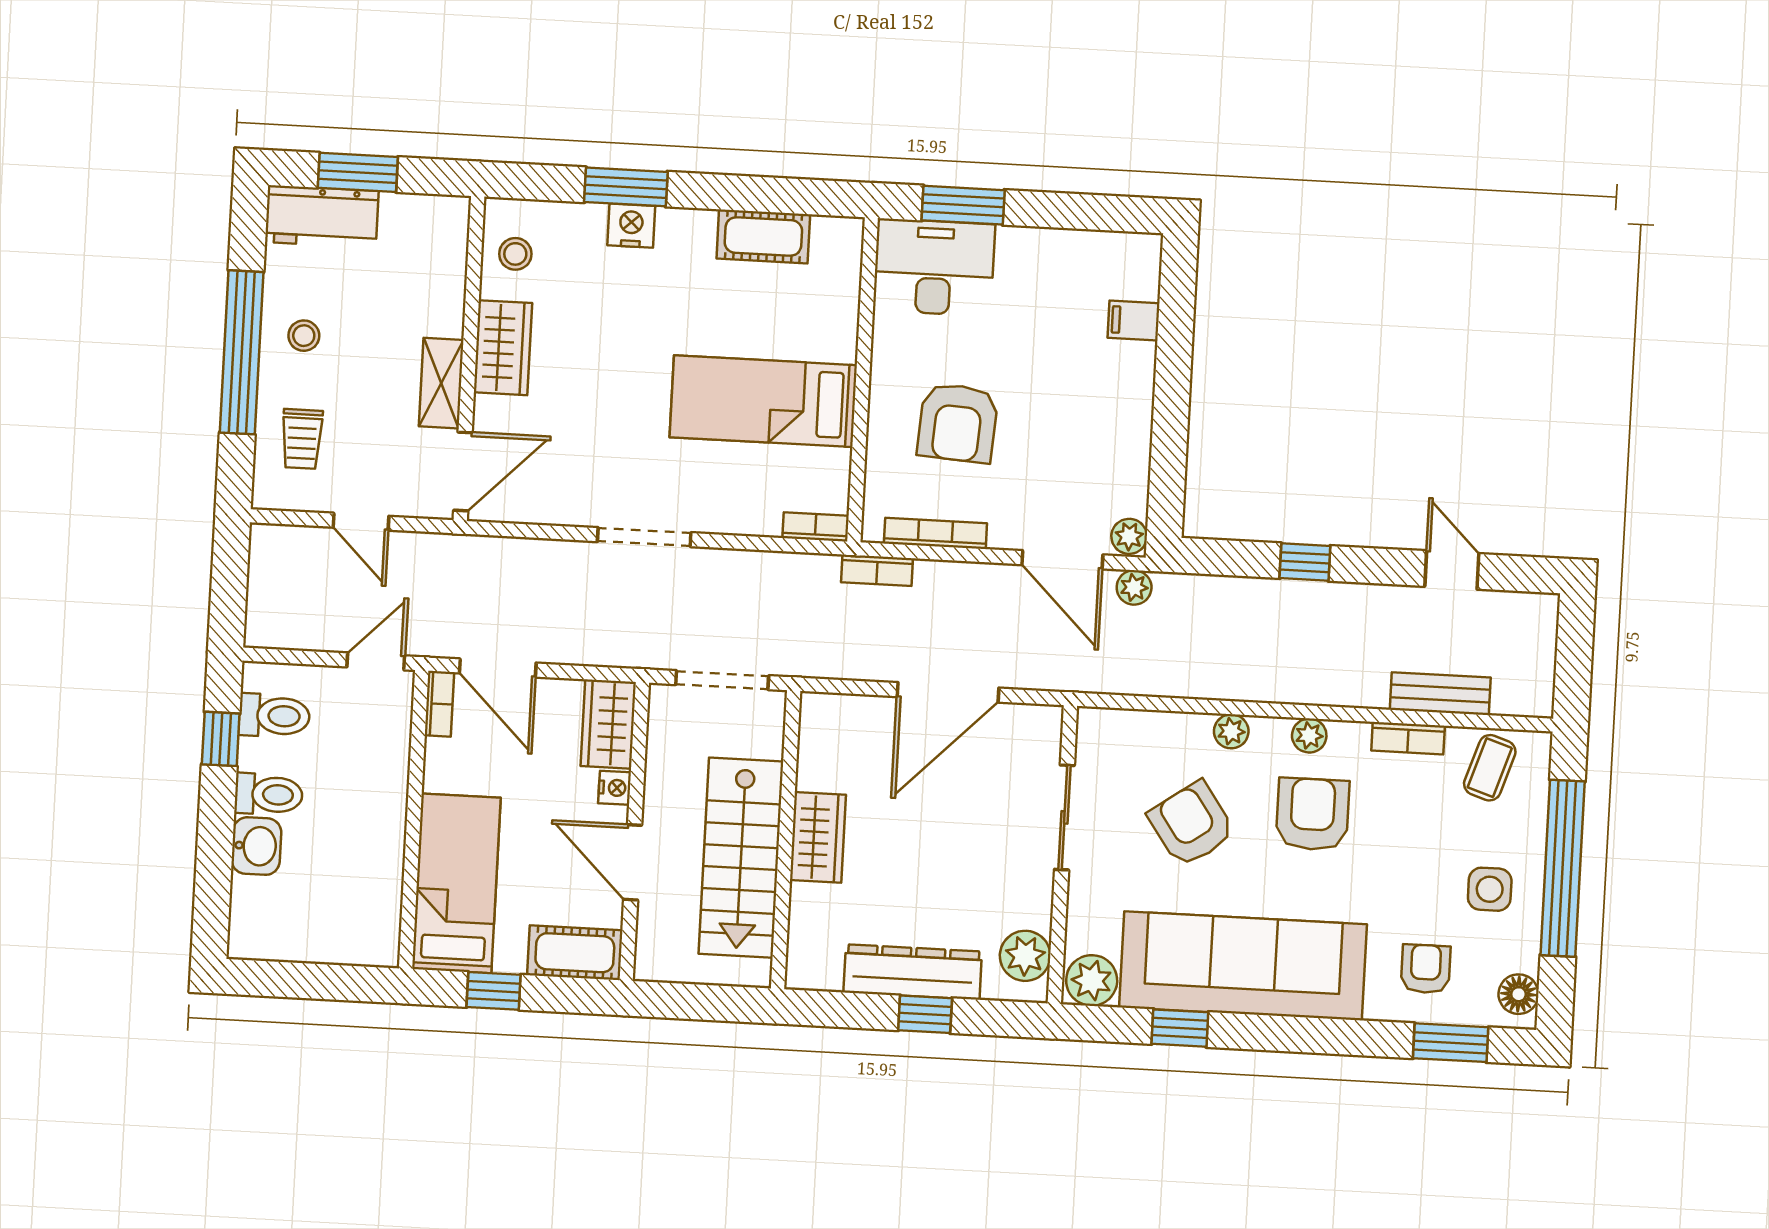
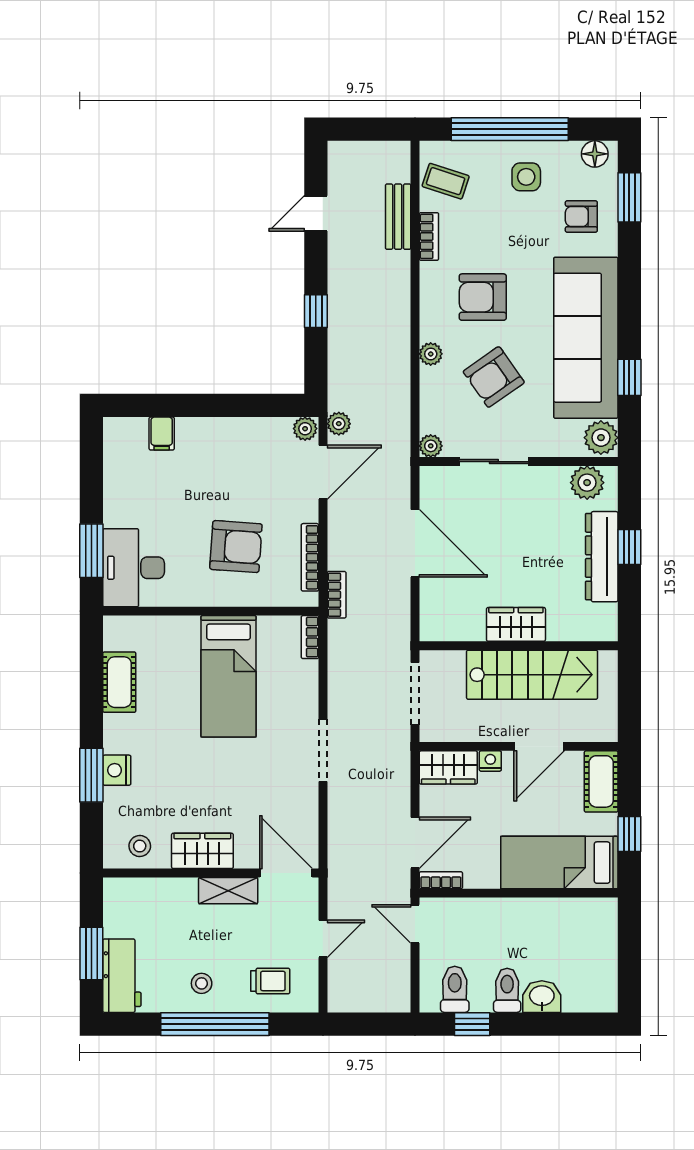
plant: (1309, 736) -> (431, 446), moved

